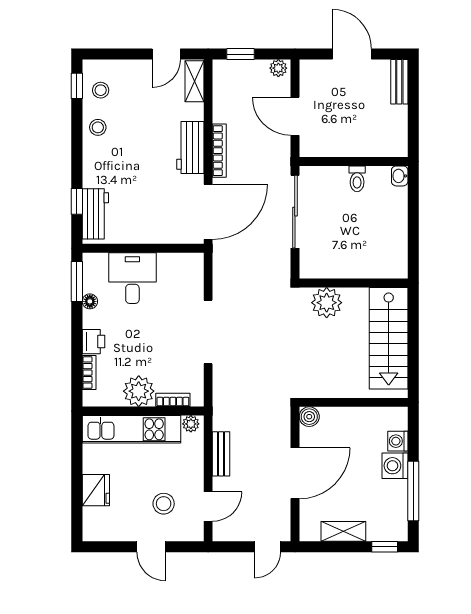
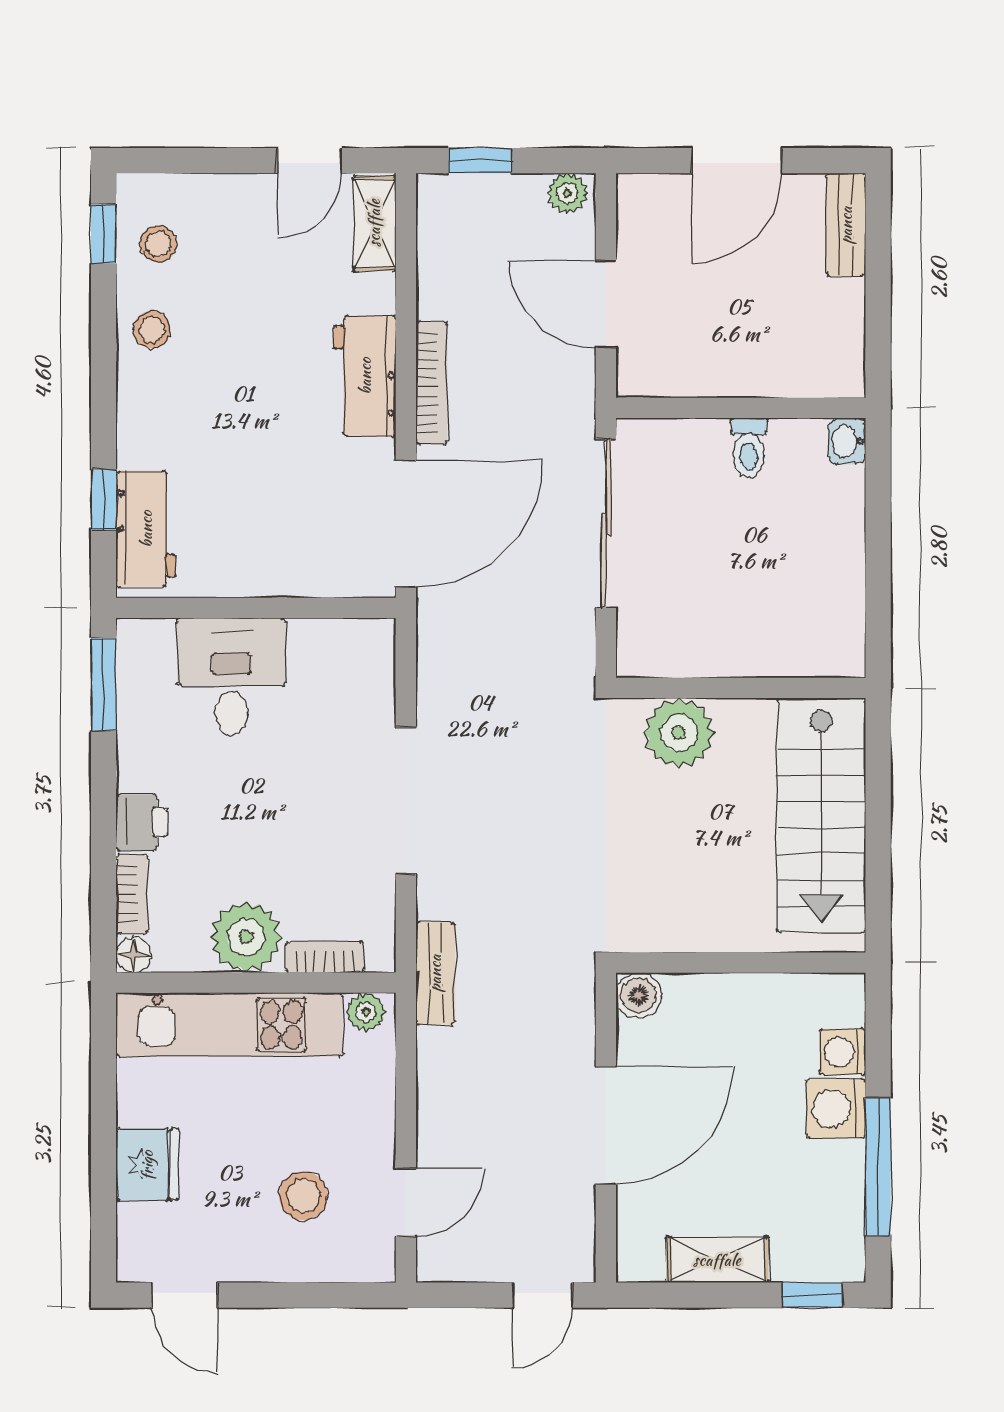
door: (352, 54) -> (737, 161), swing flipped
floor lamp: (90, 301) -> (133, 955), moved
bench: (221, 454) -> (435, 973), moved
door: (151, 547) -> (185, 1295), moved

